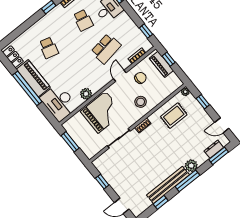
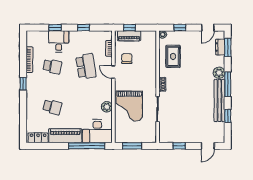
window: (146, 31) -> (84, 28), moved
window: (27, 88) -> (87, 146), moved
stool: (141, 102) -> (144, 72), removed
grand piano: (102, 112) -> (129, 106), turned 180

